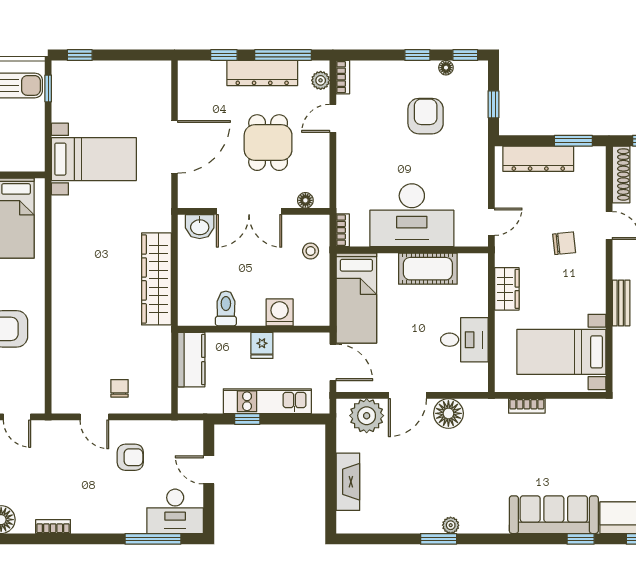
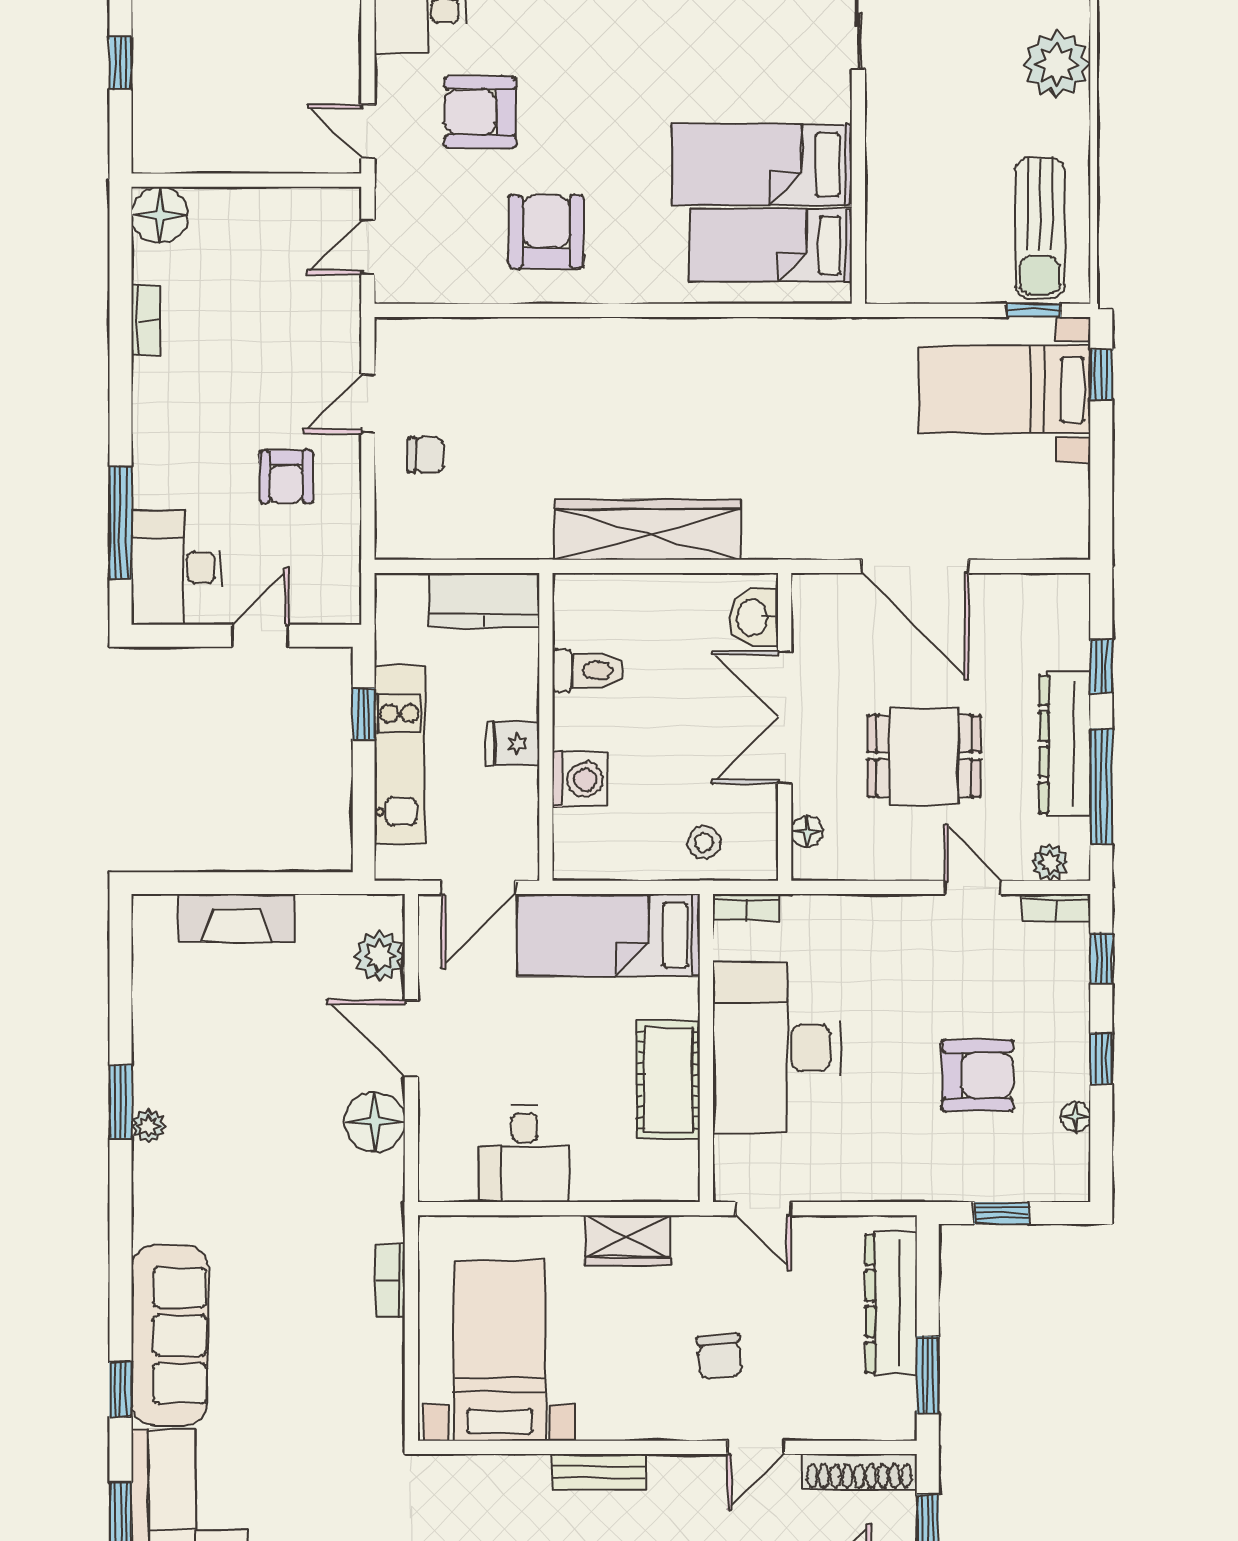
window: (465, 55) -> (1101, 958), moved
bed with nightstands: (94, 159) -> (1004, 390), moved, turned 90
plant: (367, 416) -> (379, 956), width x0.73, depth x0.73

